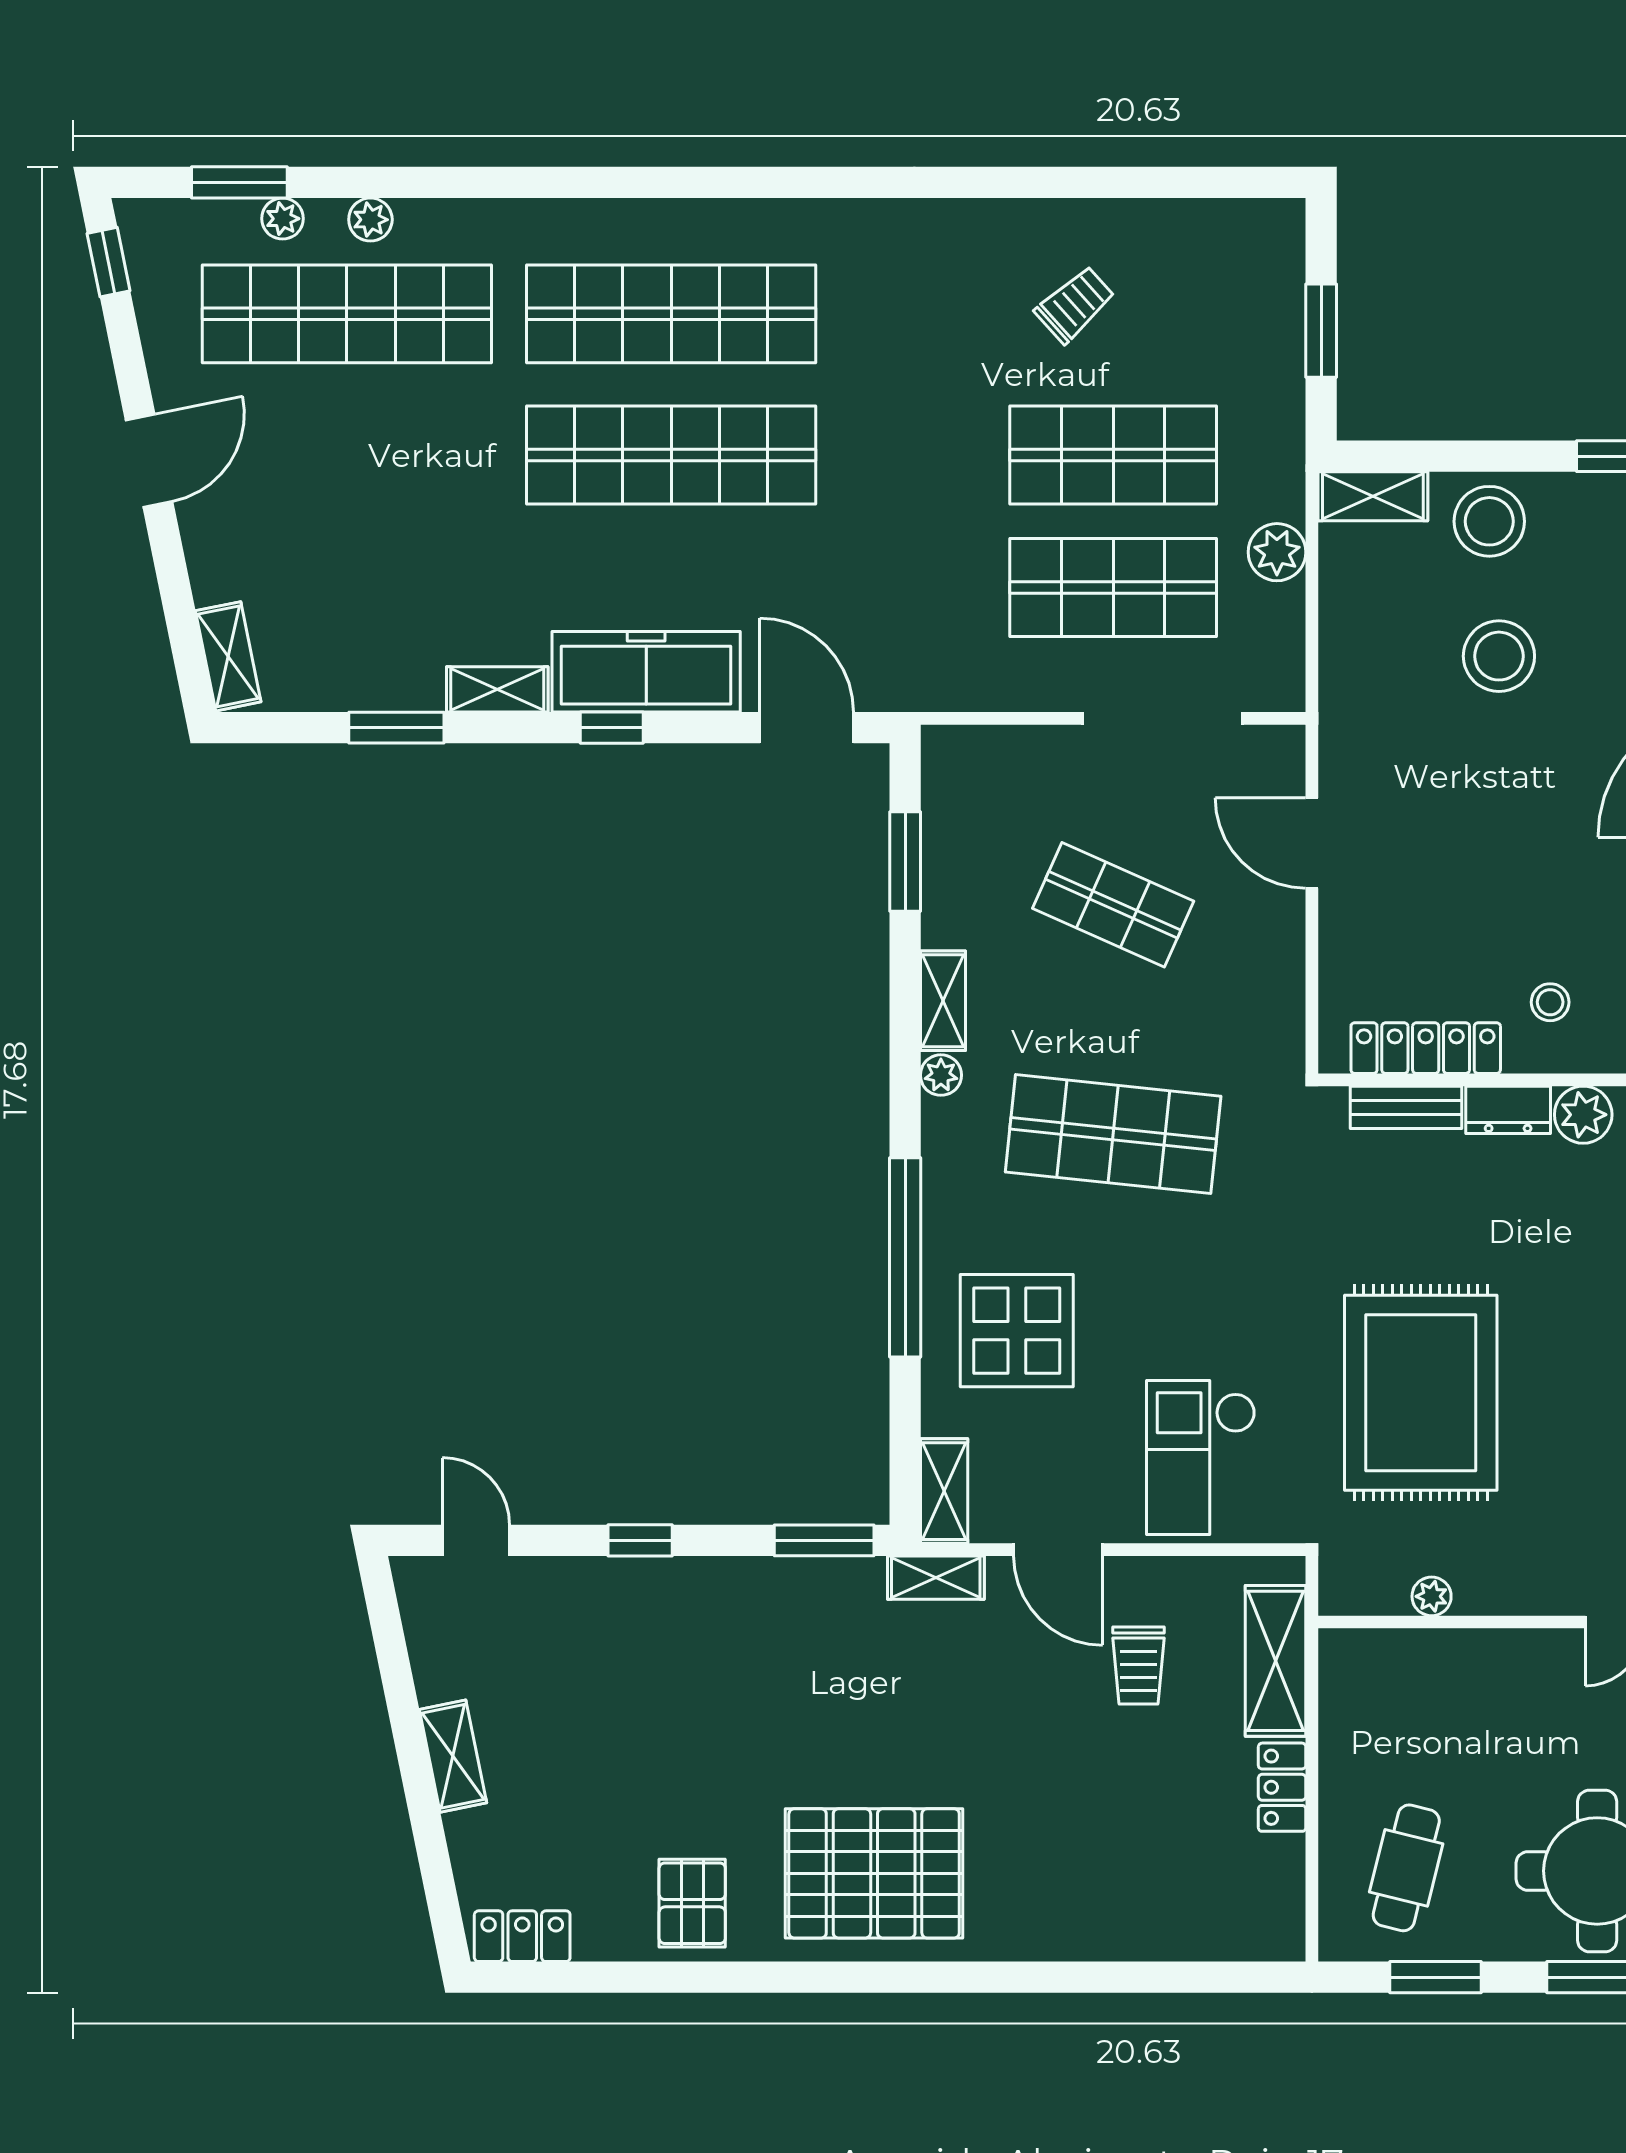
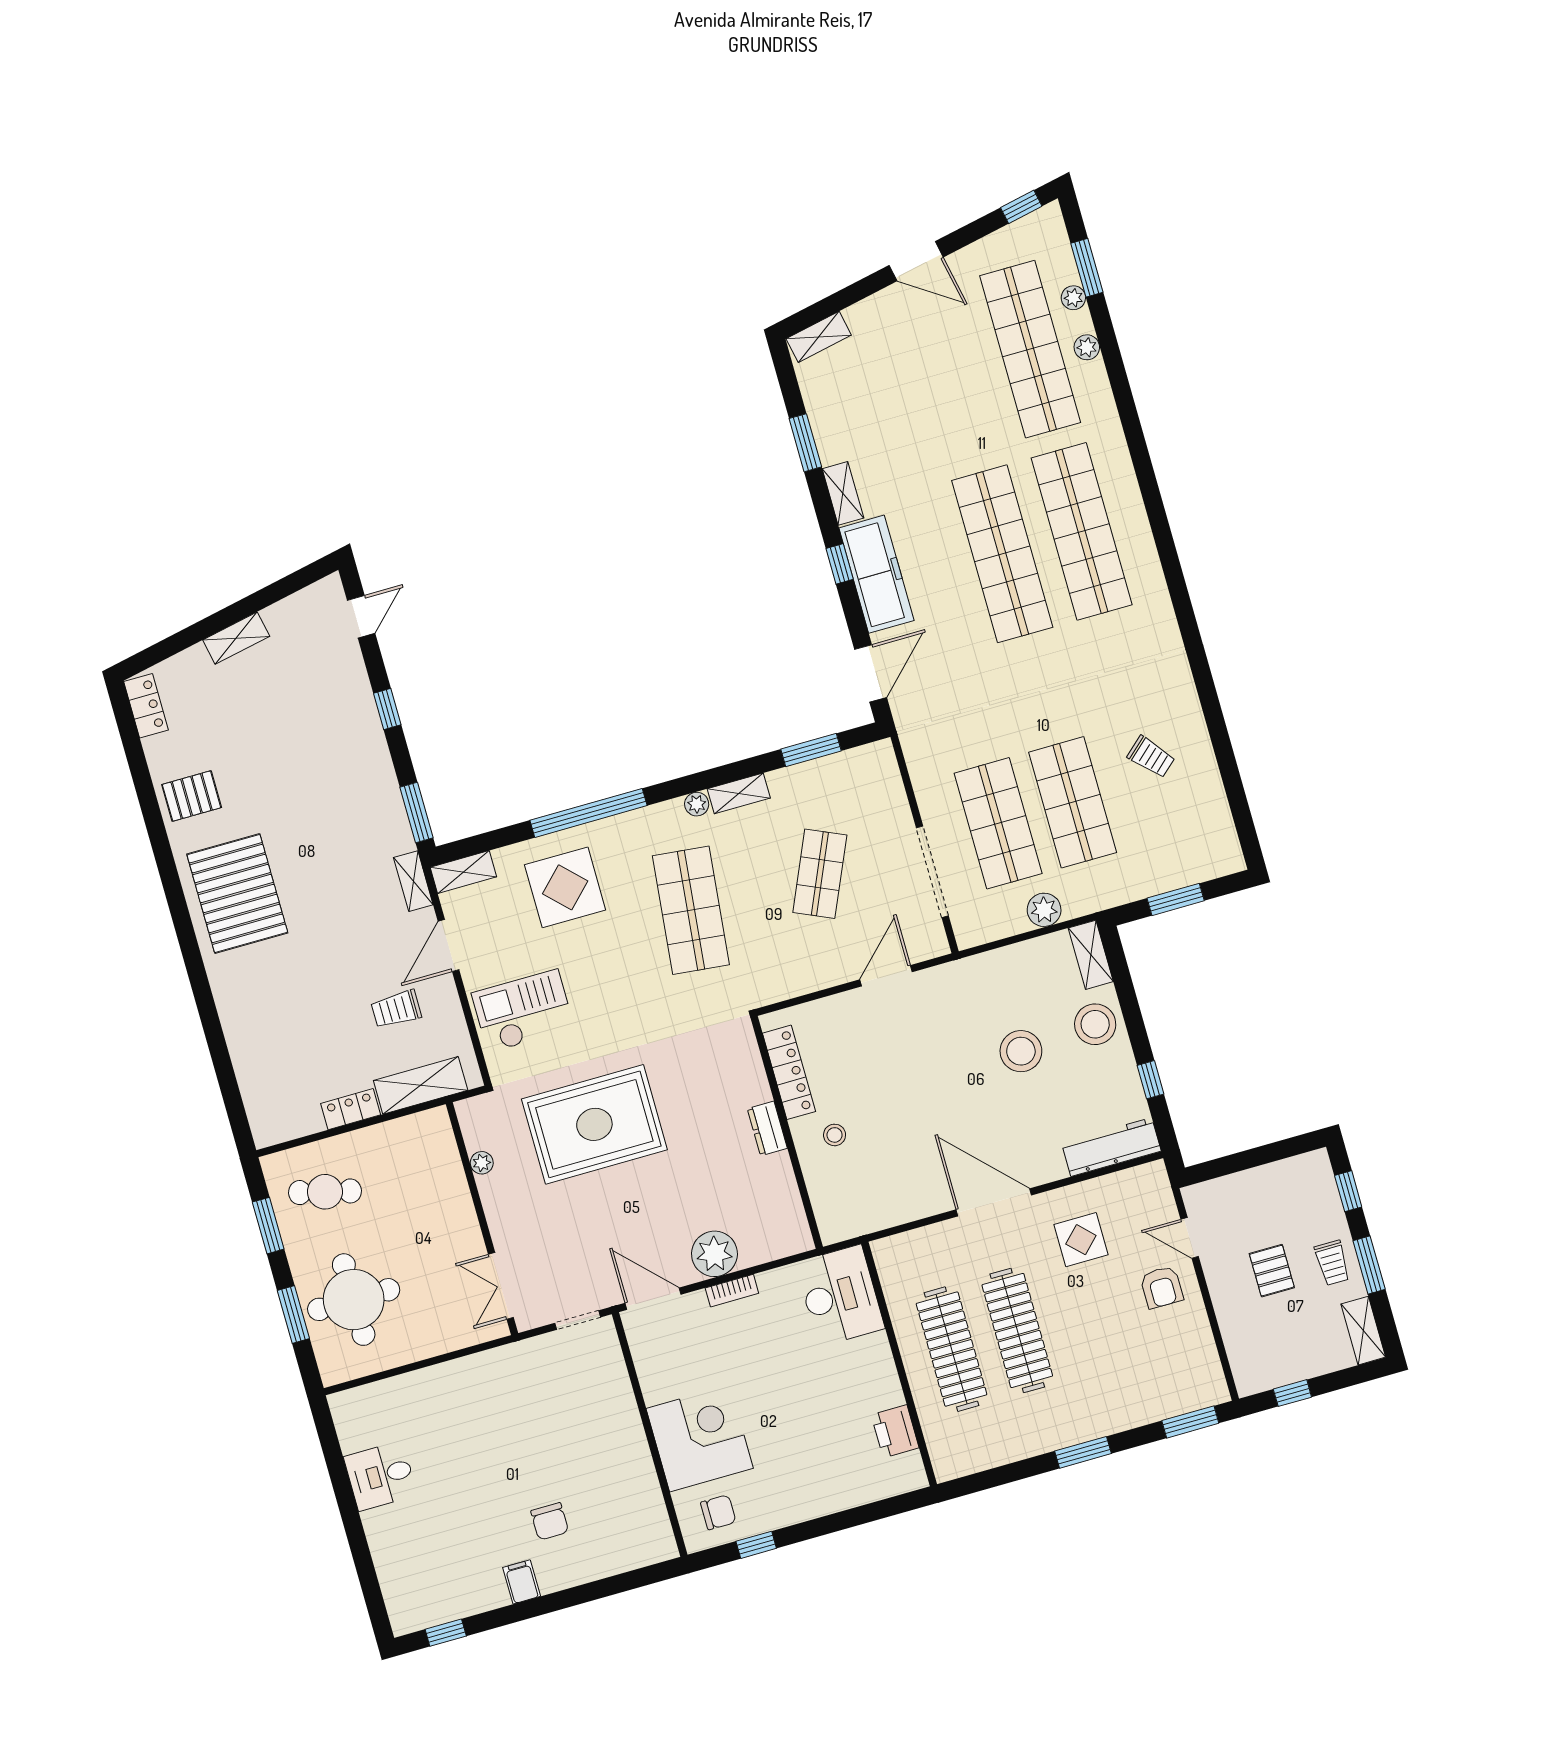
bench: (1406, 1107) -> (753, 1071), removed
plant: (1583, 1115) -> (777, 1171), removed

